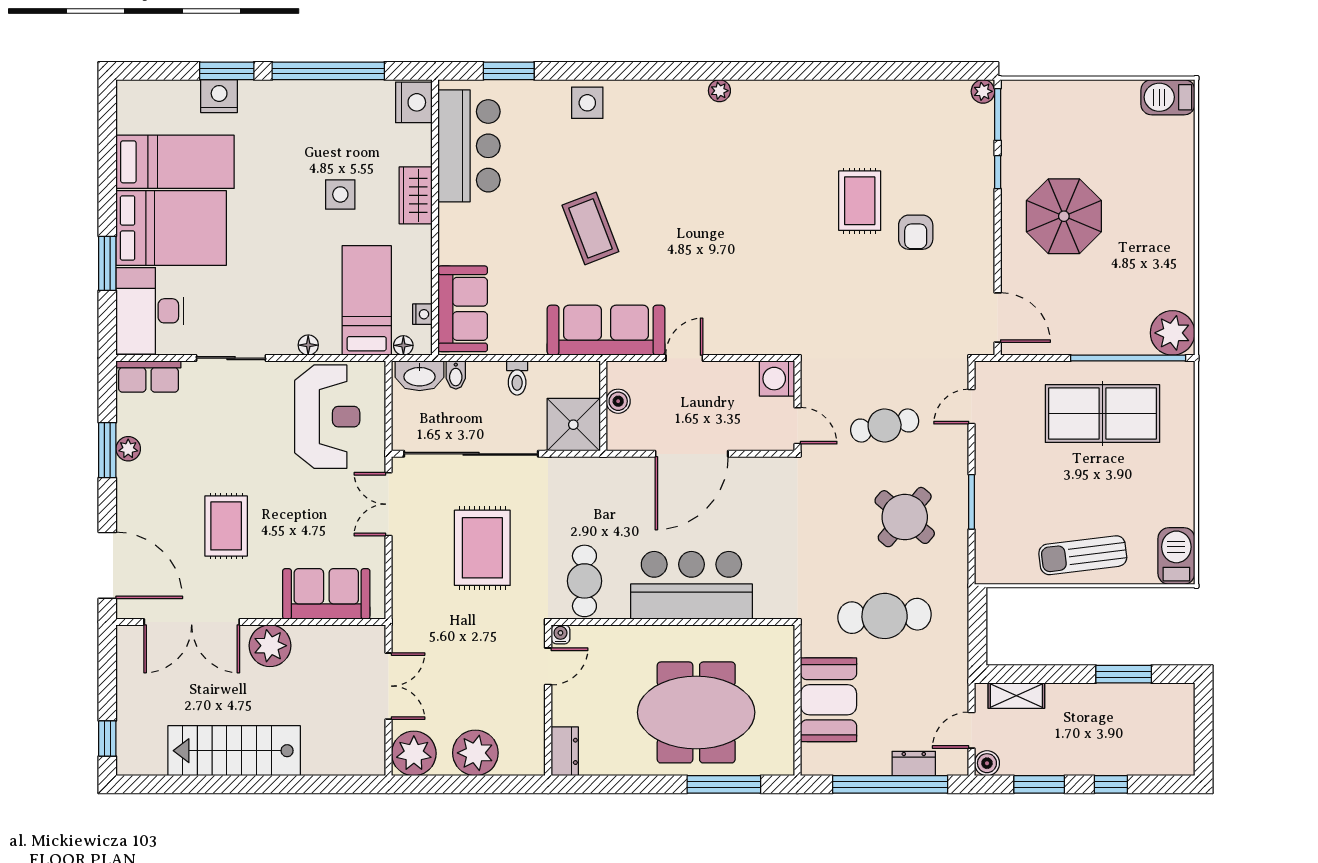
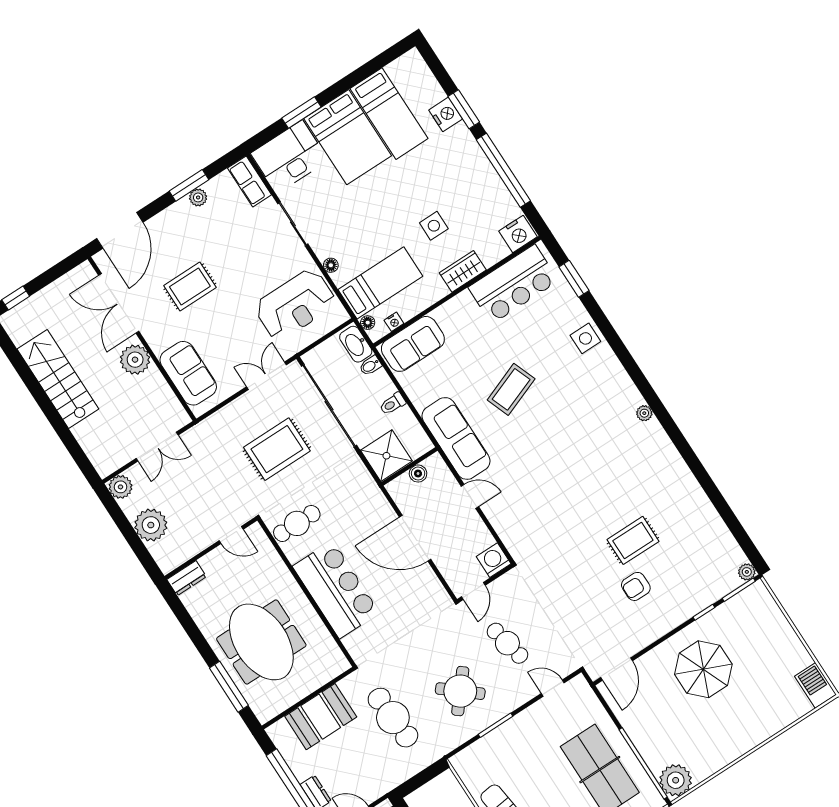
water cooler: (560, 634) -> (255, 530), removed
plant: (414, 753) -> (121, 487), width x0.73, depth x0.73

